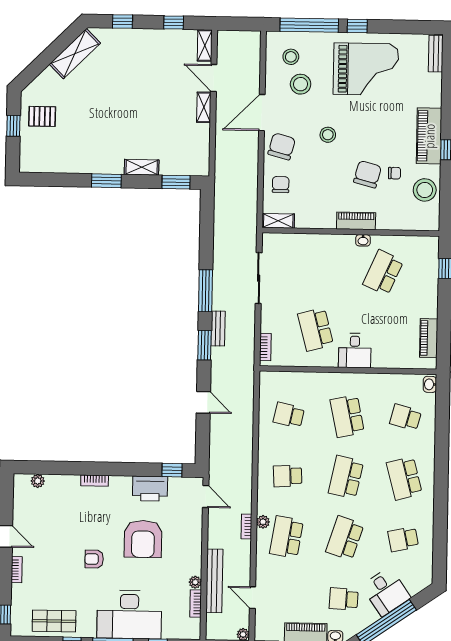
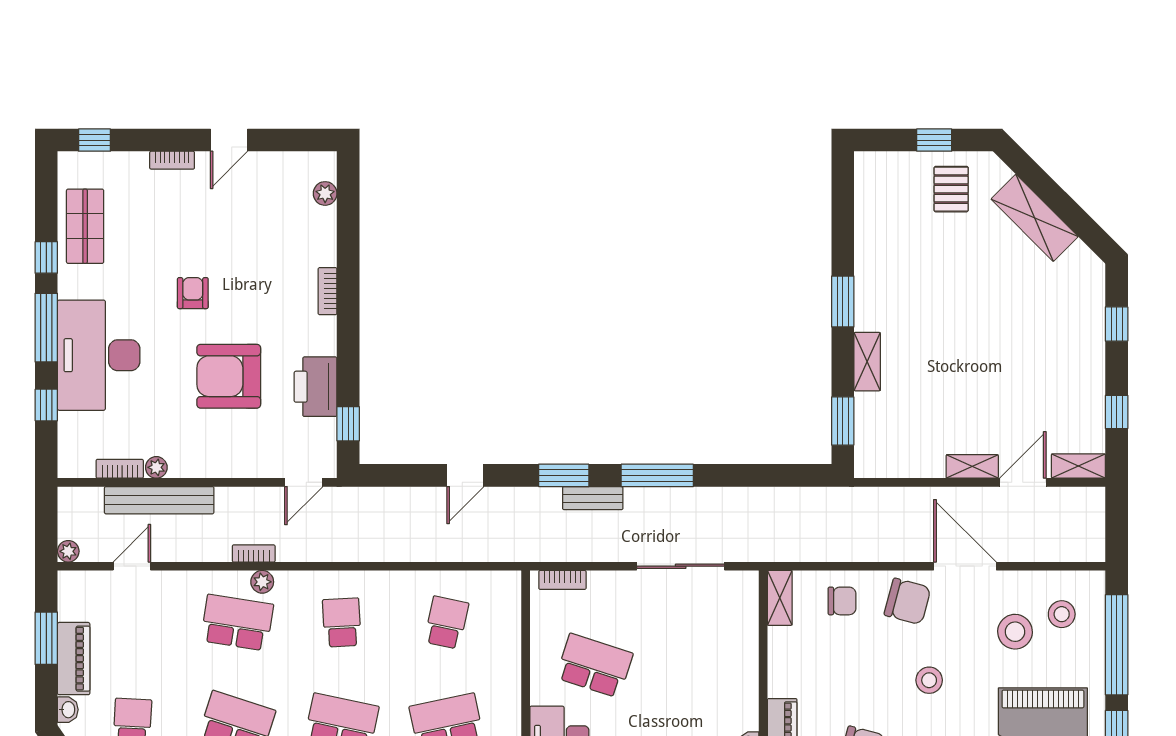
shelving: (75, 54) -> (1035, 218), moved
school desk: (316, 329) -> (594, 666), turned 33

